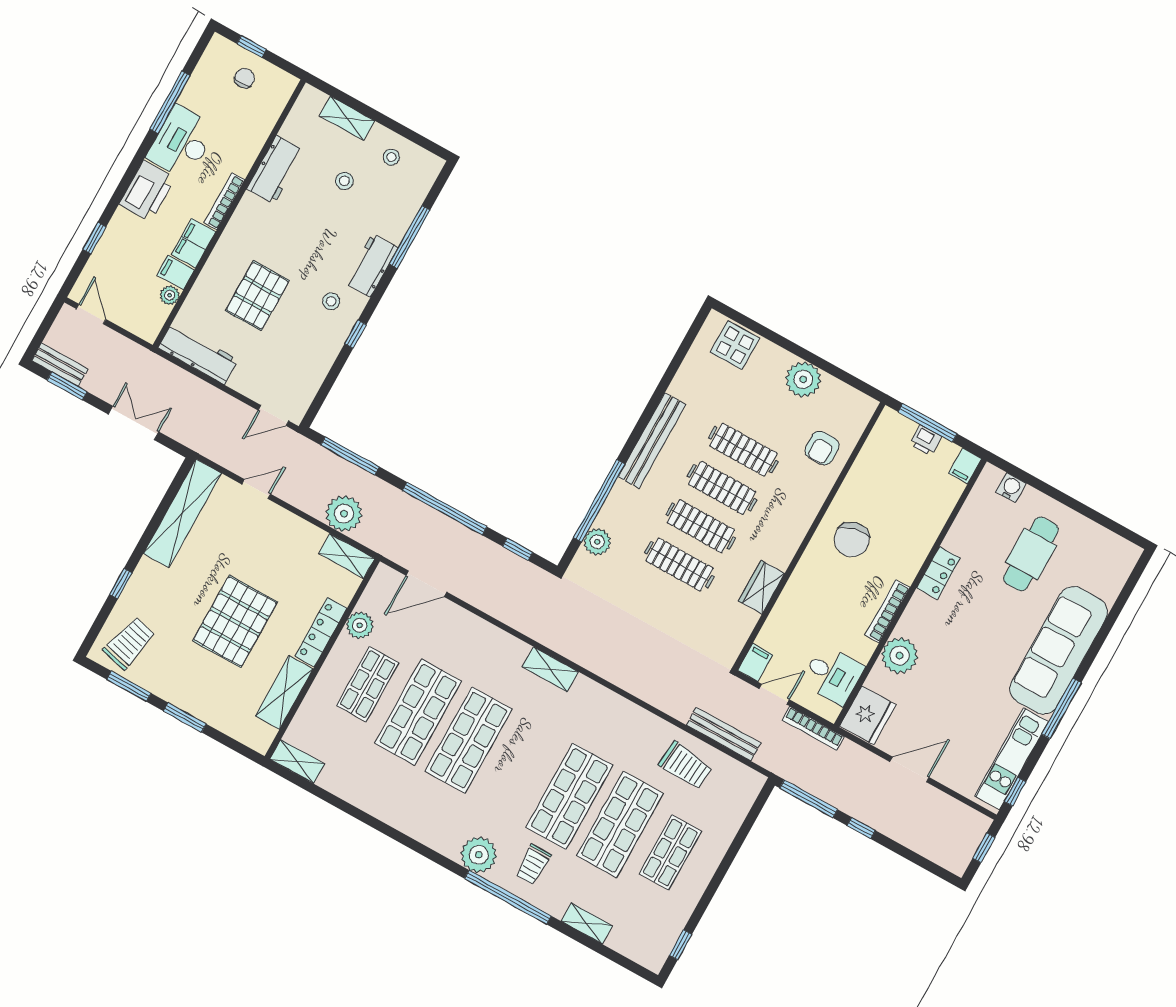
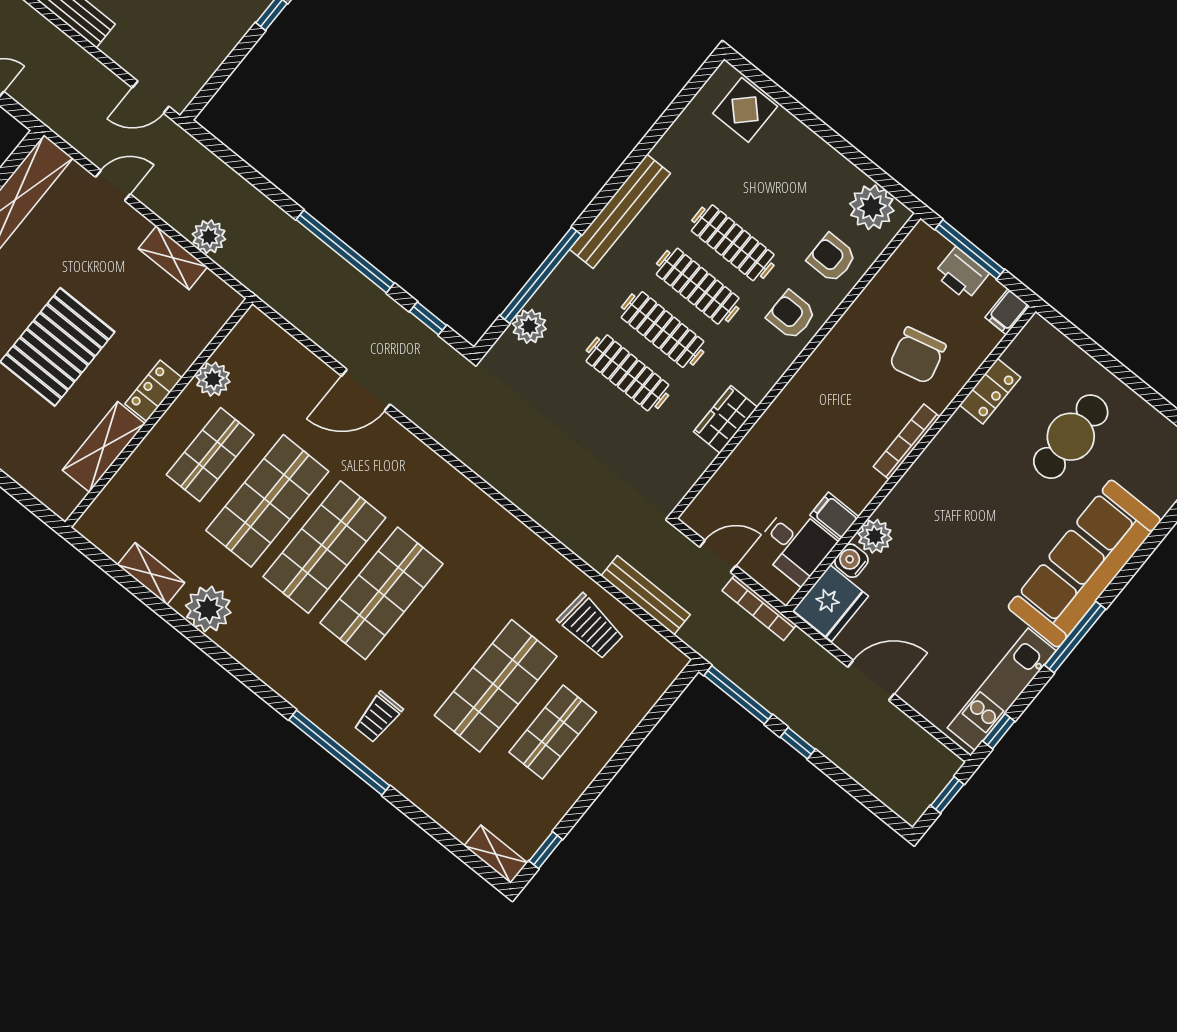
plant: (803, 379) -> (872, 207), moved
printer: (926, 440) -> (961, 274), width x1.36, depth x1.24
armchair: (822, 448) -> (832, 258), turned 90
window: (350, 456) -> (238, 165), removed
water cooler: (1011, 488) -> (851, 561), moved, turned -90
armchair: (798, 498) -> (791, 315), added
plant: (344, 514) -> (209, 237), width x0.73, depth x0.73
chair: (852, 540) -> (918, 355), moved
shelving: (347, 556) -> (173, 258), moved
locker: (938, 573) -> (990, 391), moved
door: (426, 584) -> (366, 390), moved
bookcase: (887, 611) -> (907, 442), moved
locker: (321, 632) -> (153, 391), width x0.66
plant: (900, 656) -> (875, 536), width x0.73, depth x0.73
filing cabinet: (755, 663) -> (834, 516), moved, turned -90
shelving: (550, 669) -> (442, 476), removed
shelving: (297, 762) -> (151, 574), moved
shop shelf: (569, 796) -> (381, 593), moved
plant: (479, 855) -> (208, 609), moved
shelving: (587, 923) -> (496, 854), moved

